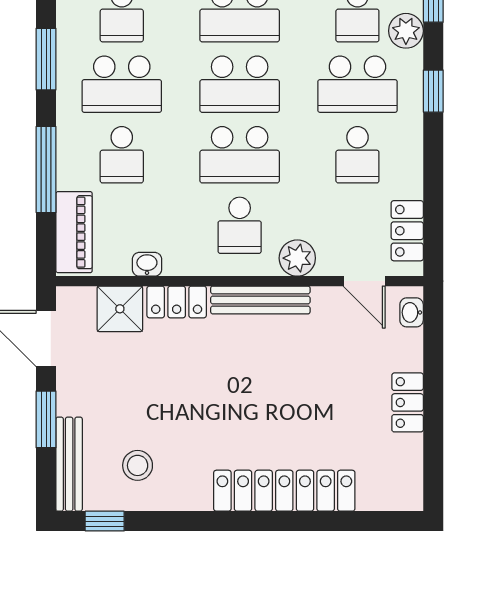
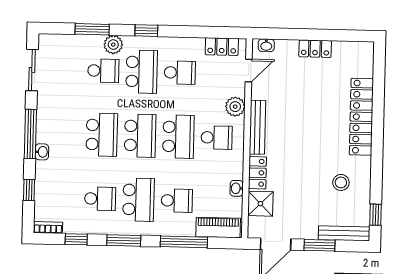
stool: (138, 465) -> (341, 182), moved

